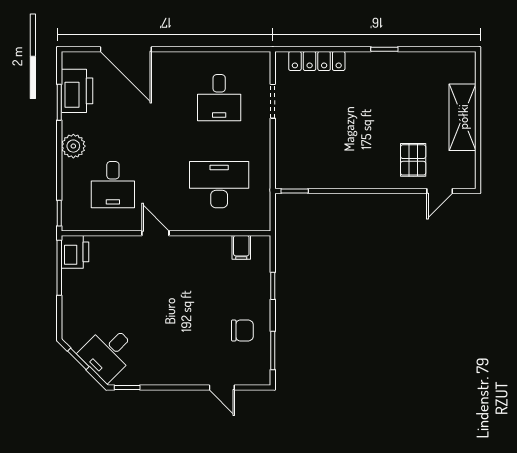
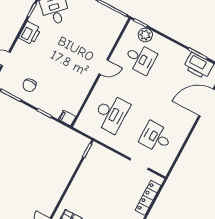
plant: (73, 146) -> (145, 35), moved
desk: (113, 185) -> (140, 59), turned 180
filing cabinet: (241, 247) -> (67, 118), moved
printer: (75, 252) -> (30, 33), moved, turned -90

